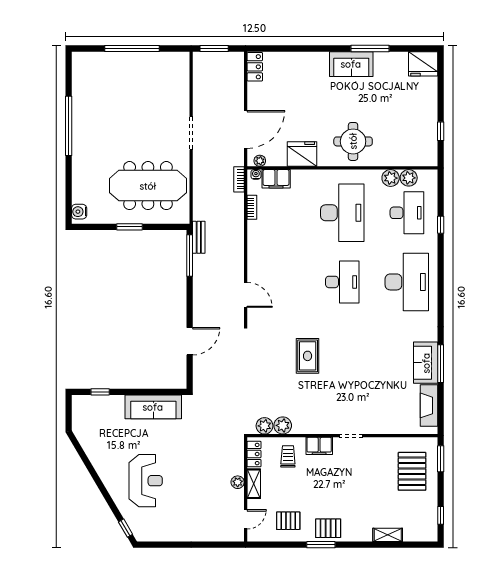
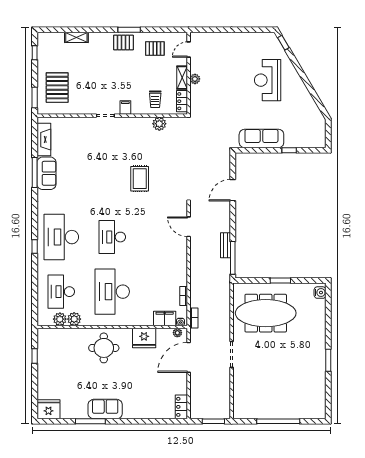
window: (69, 126) -> (328, 360), width x0.47
window: (441, 225) -> (35, 246), moved
bench: (199, 237) -> (226, 245), moved
window: (100, 392) -> (289, 150), moved
plant: (265, 426) -> (174, 123), removed
filing cabinet: (319, 446) -> (125, 108), width x0.50

